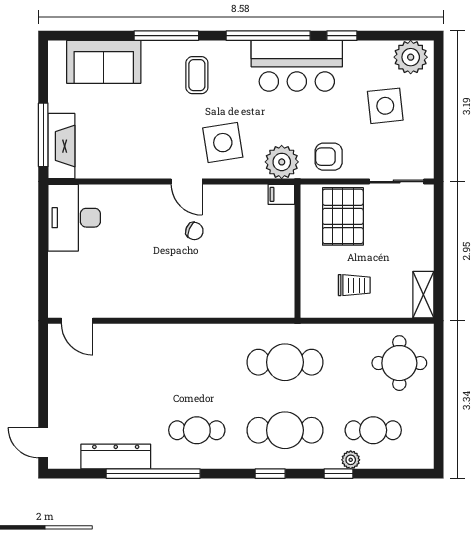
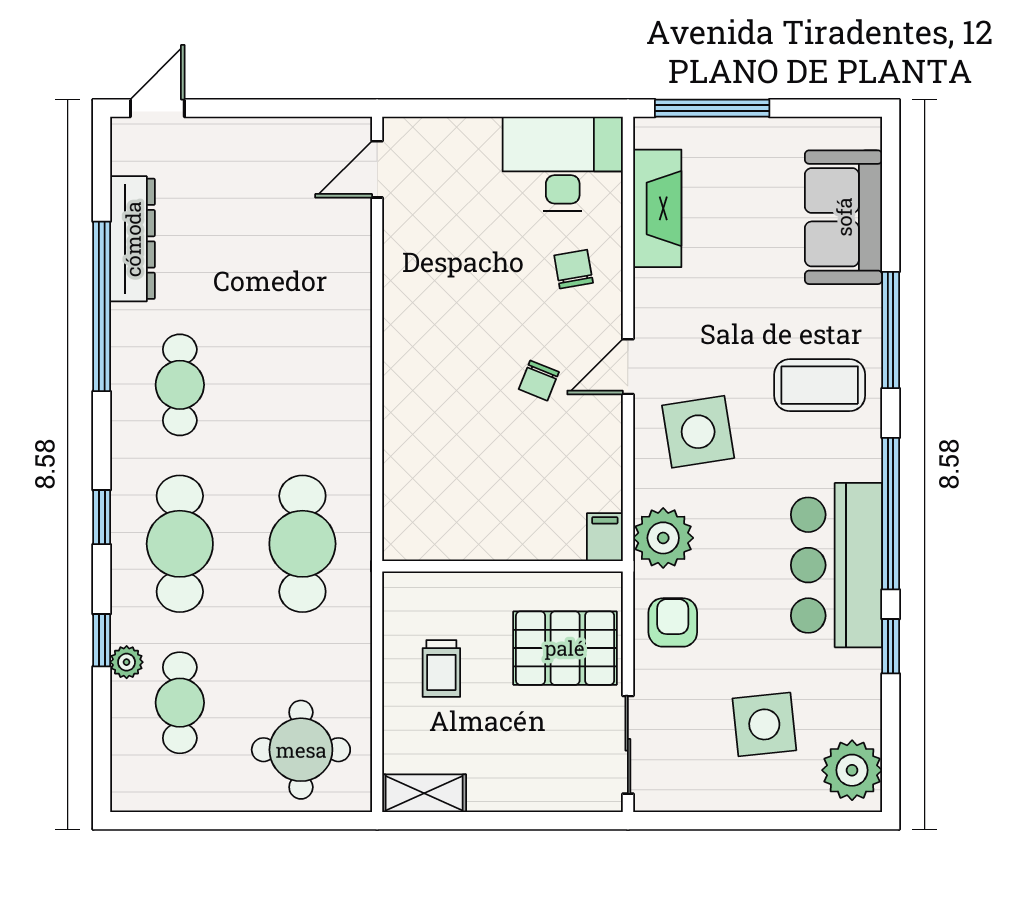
coffee table: (197, 75) -> (820, 385), width x1.36, depth x1.30
fireplace: (61, 146) -> (657, 208), moved, turned -90
chair: (133, 212) -> (574, 269), added

